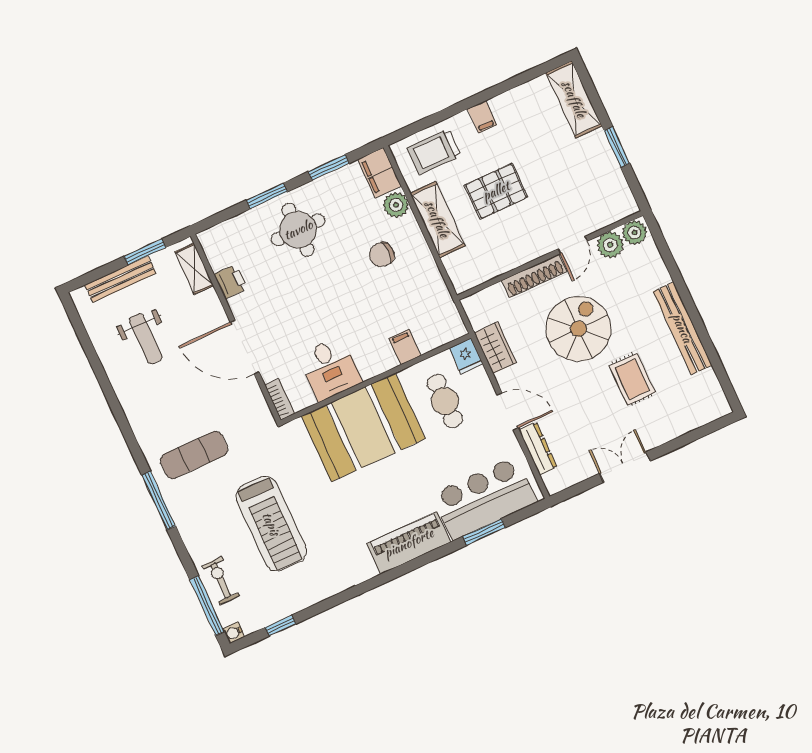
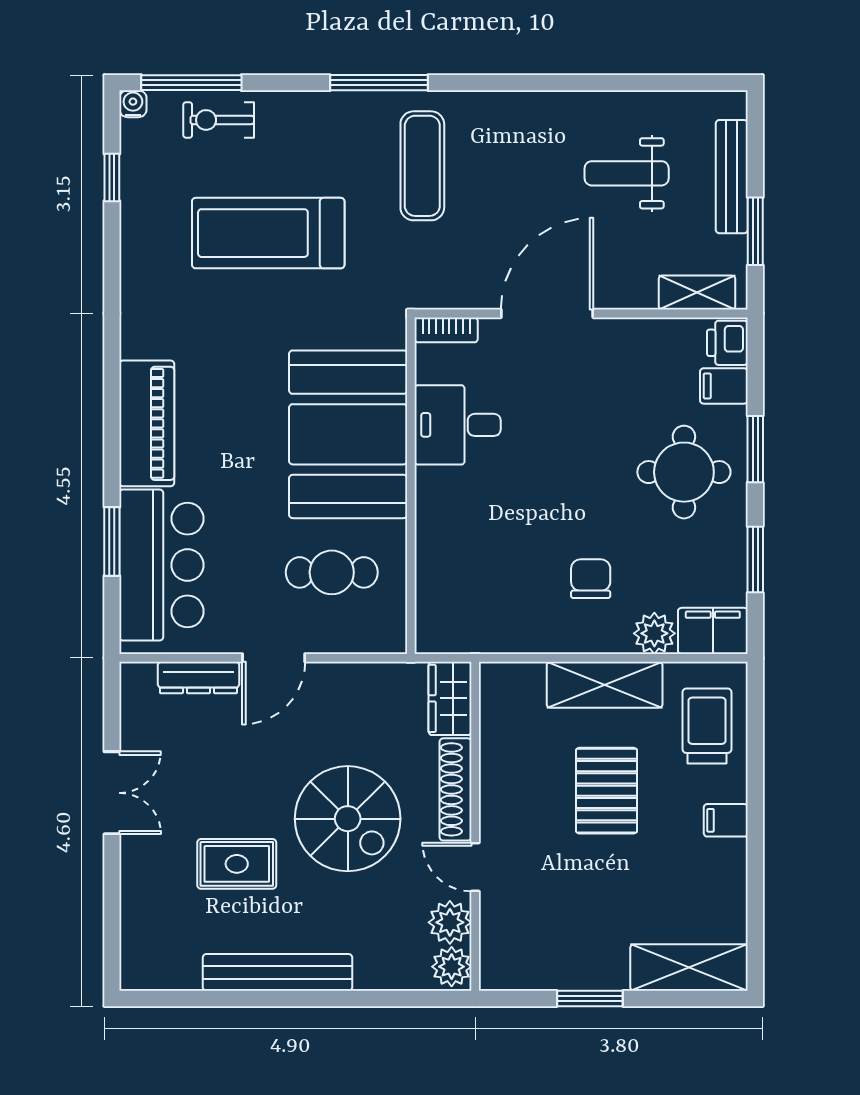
printer: (231, 282) -> (727, 343), moved, turned 90
filing cabinet: (405, 347) -> (724, 386), moved, turned 180
wardrobe: (495, 348) -> (450, 698), moved, turned 90
fridge: (466, 356) -> (383, 634), removed
exercise bike: (221, 581) -> (219, 120), turned 180

